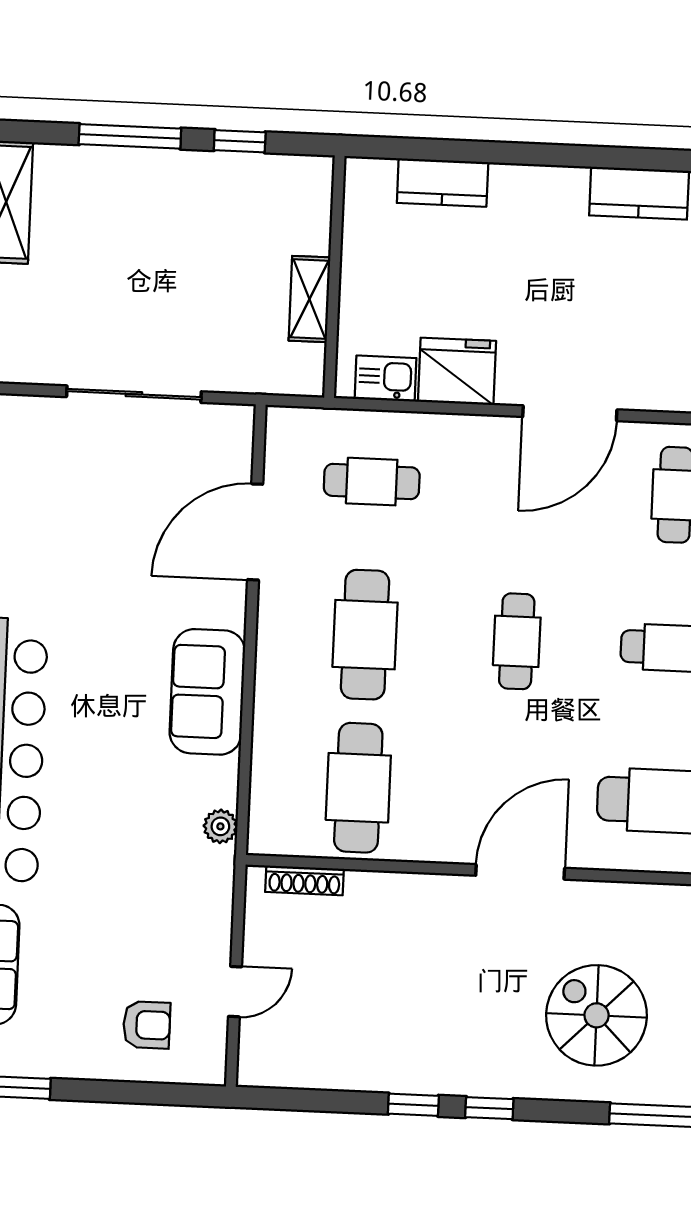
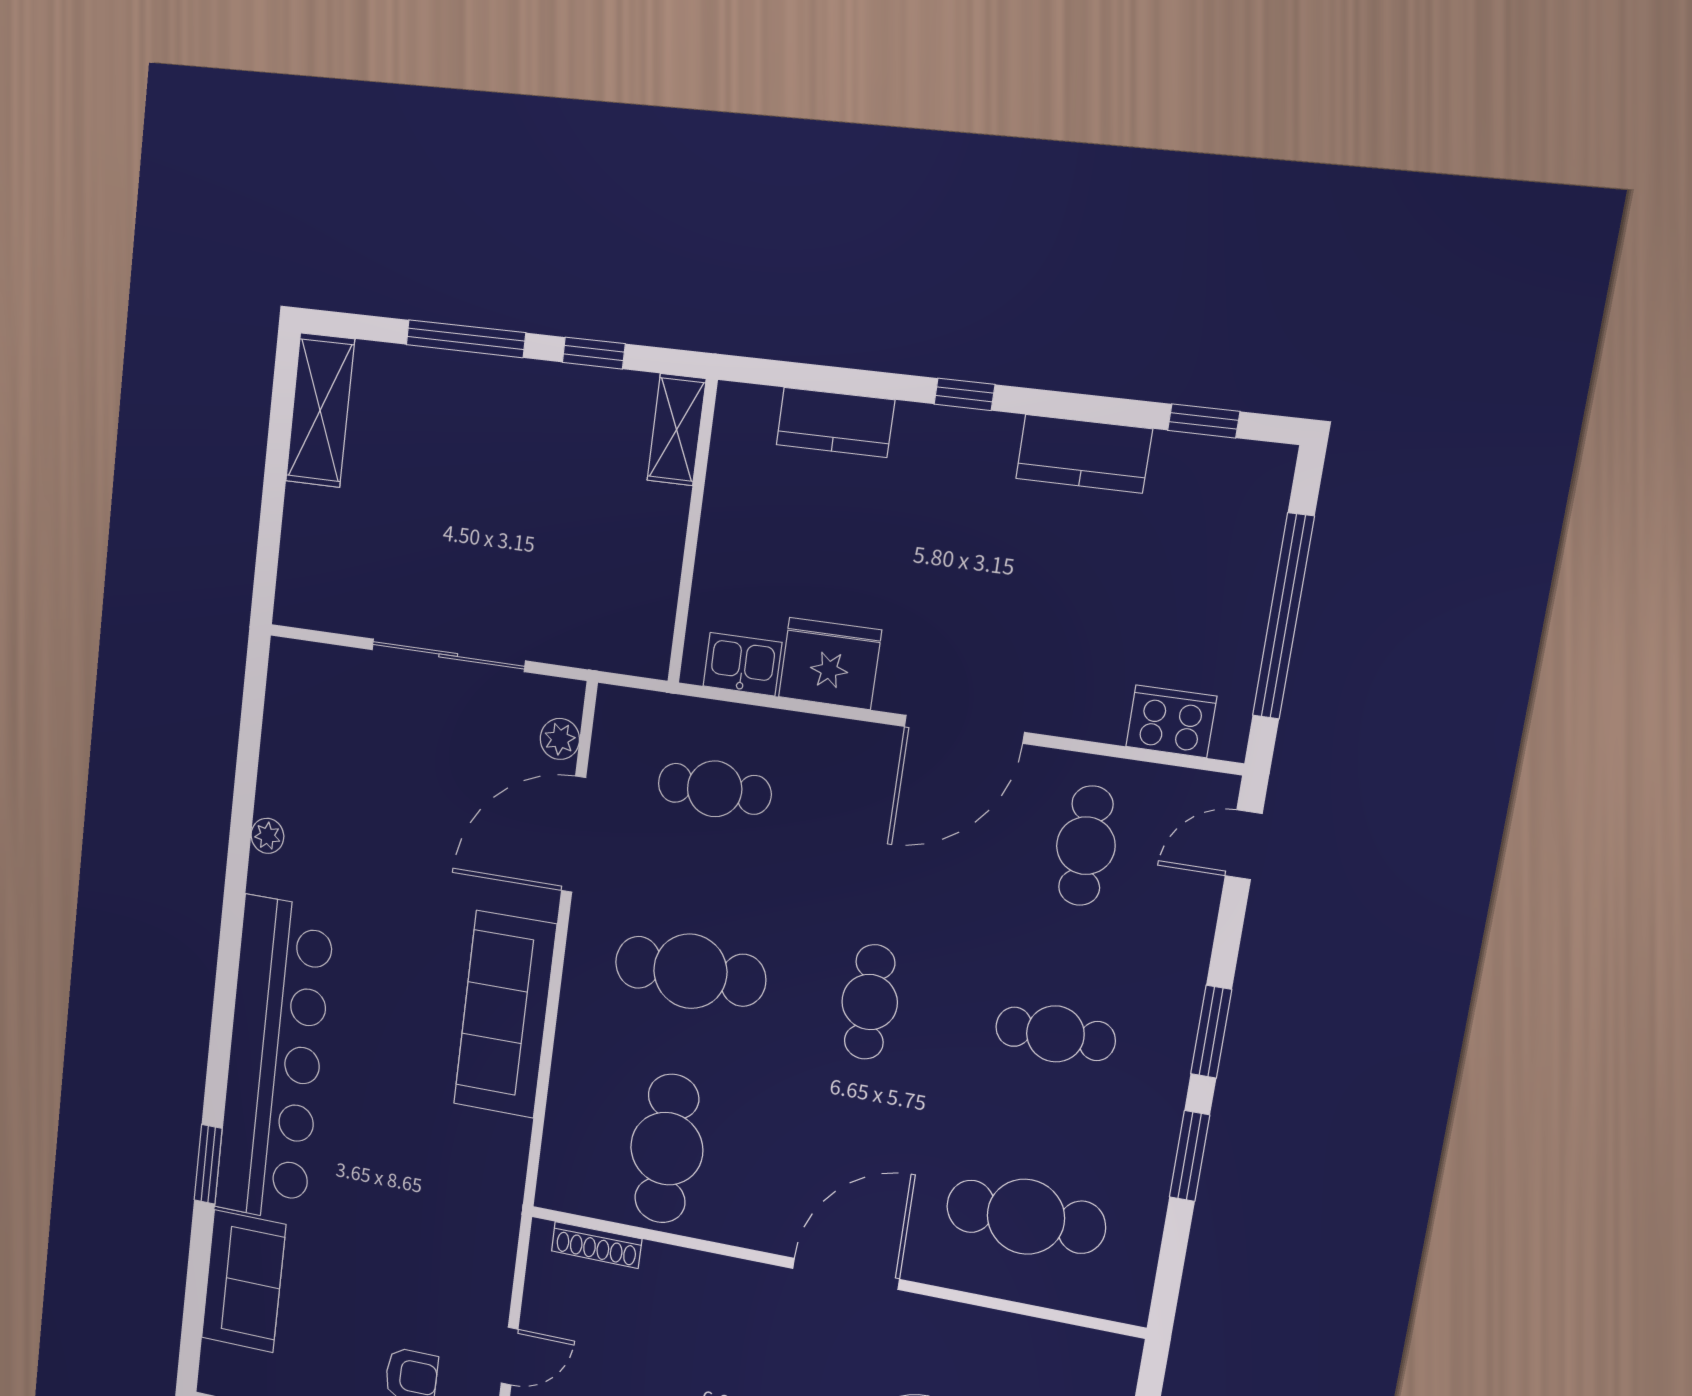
window: (542, 154) -> (964, 394), added
shelving: (309, 299) -> (677, 430), moved
cafe table: (365, 635) -> (690, 971), turned 90
sofa: (207, 692) -> (505, 1014), width x1.36
plant: (220, 826) -> (560, 739), moved

